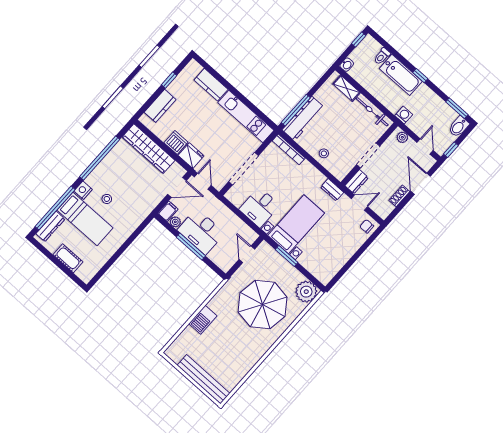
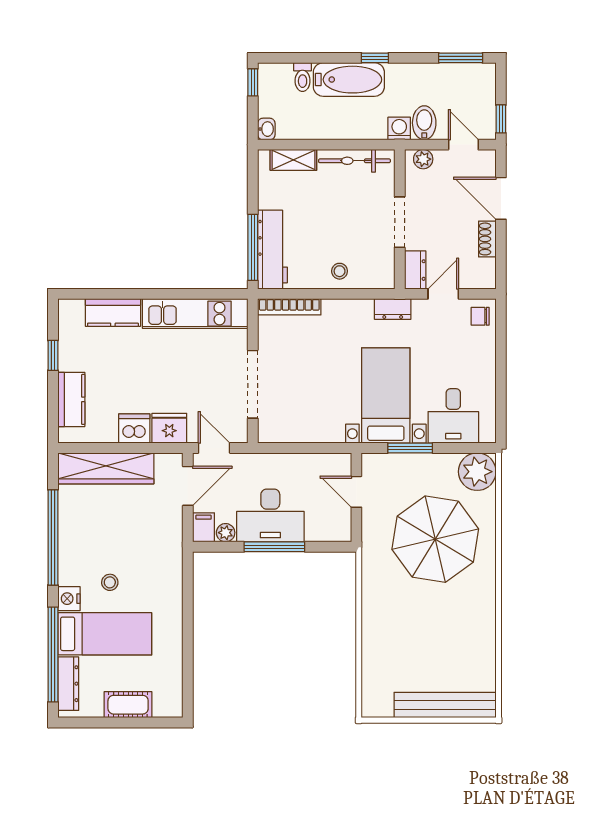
bidet: (459, 127) -> (424, 123), moved, turned 180
desk: (259, 207) -> (453, 416), moved
barbecue: (203, 320) -> (375, 628), removed

